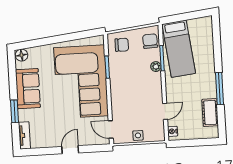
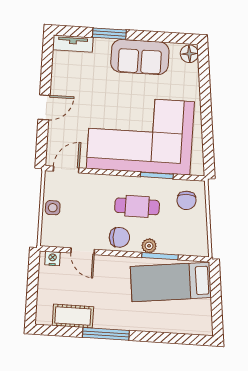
chair: (150, 41) -> (119, 237), moved
cafe table: (130, 78) -> (137, 206), added
door: (70, 150) -> (44, 107), hinge flipped

